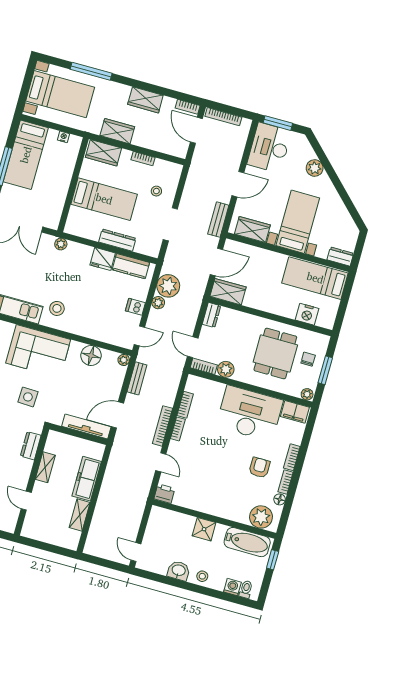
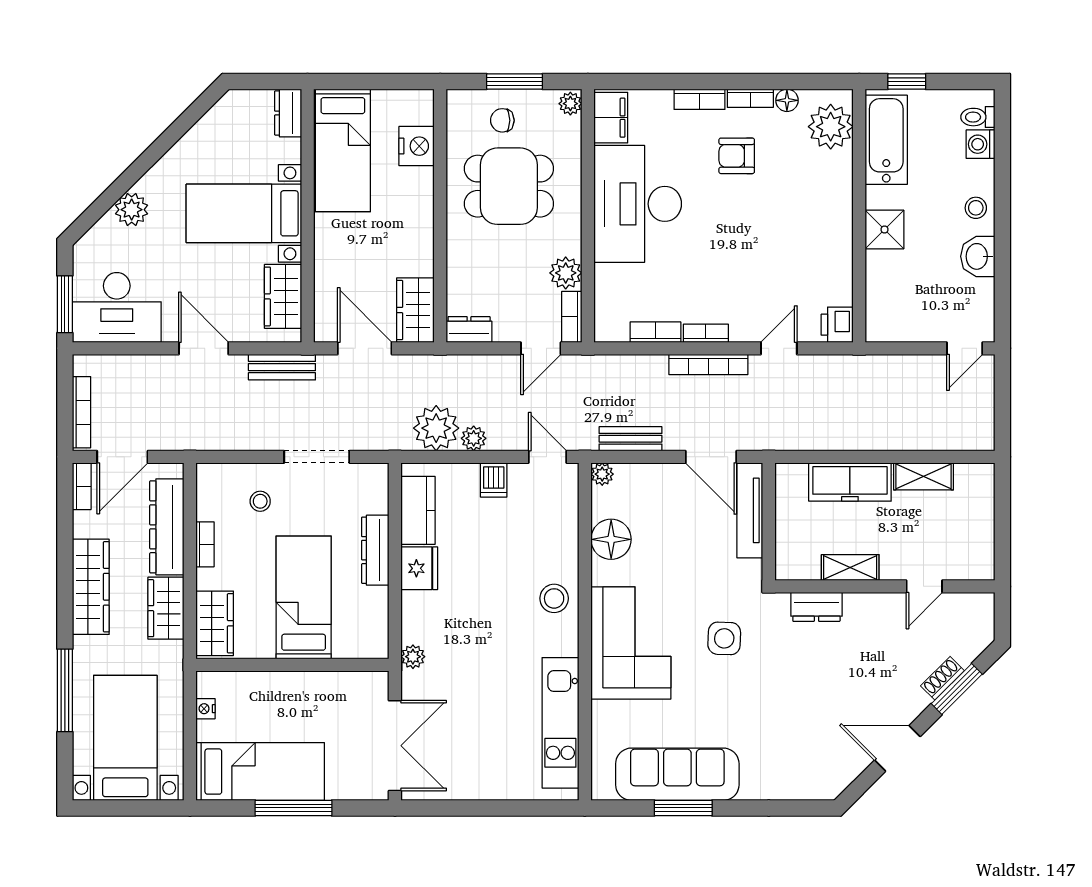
wardrobe: (145, 100) -> (91, 587), width x1.50
dresser: (157, 142) -> (167, 527), added
stool: (57, 308) -> (554, 598), moved

